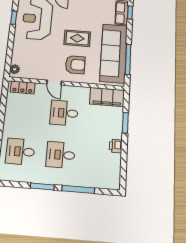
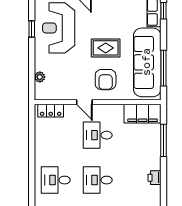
armchair: (75, 65) -> (106, 80), turned 90
plant: (15, 69) -> (40, 77), moved
window: (125, 123) -> (164, 140), width x1.44
printer: (116, 146) -> (155, 178), moved

